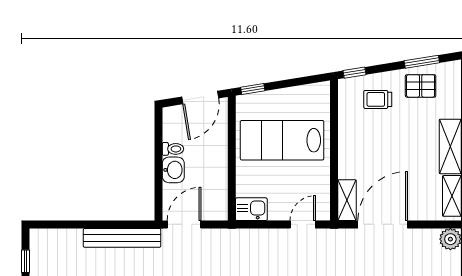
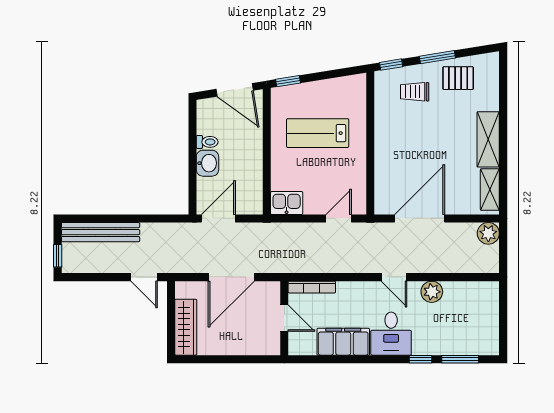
window: (422, 62) -> (437, 57), moved
door: (200, 97) -> (235, 90), hinge flipped
lab bench: (282, 140) -> (318, 133), width x0.73, depth x0.72
shelving: (347, 200) -> (384, 194), removed
bench: (122, 238) -> (101, 232), moved

